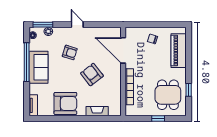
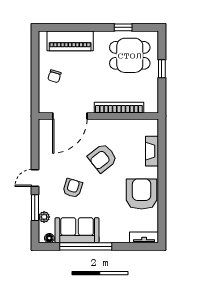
window: (43, 25) -> (35, 208), moved
sofa: (39, 67) -> (77, 230), moved

